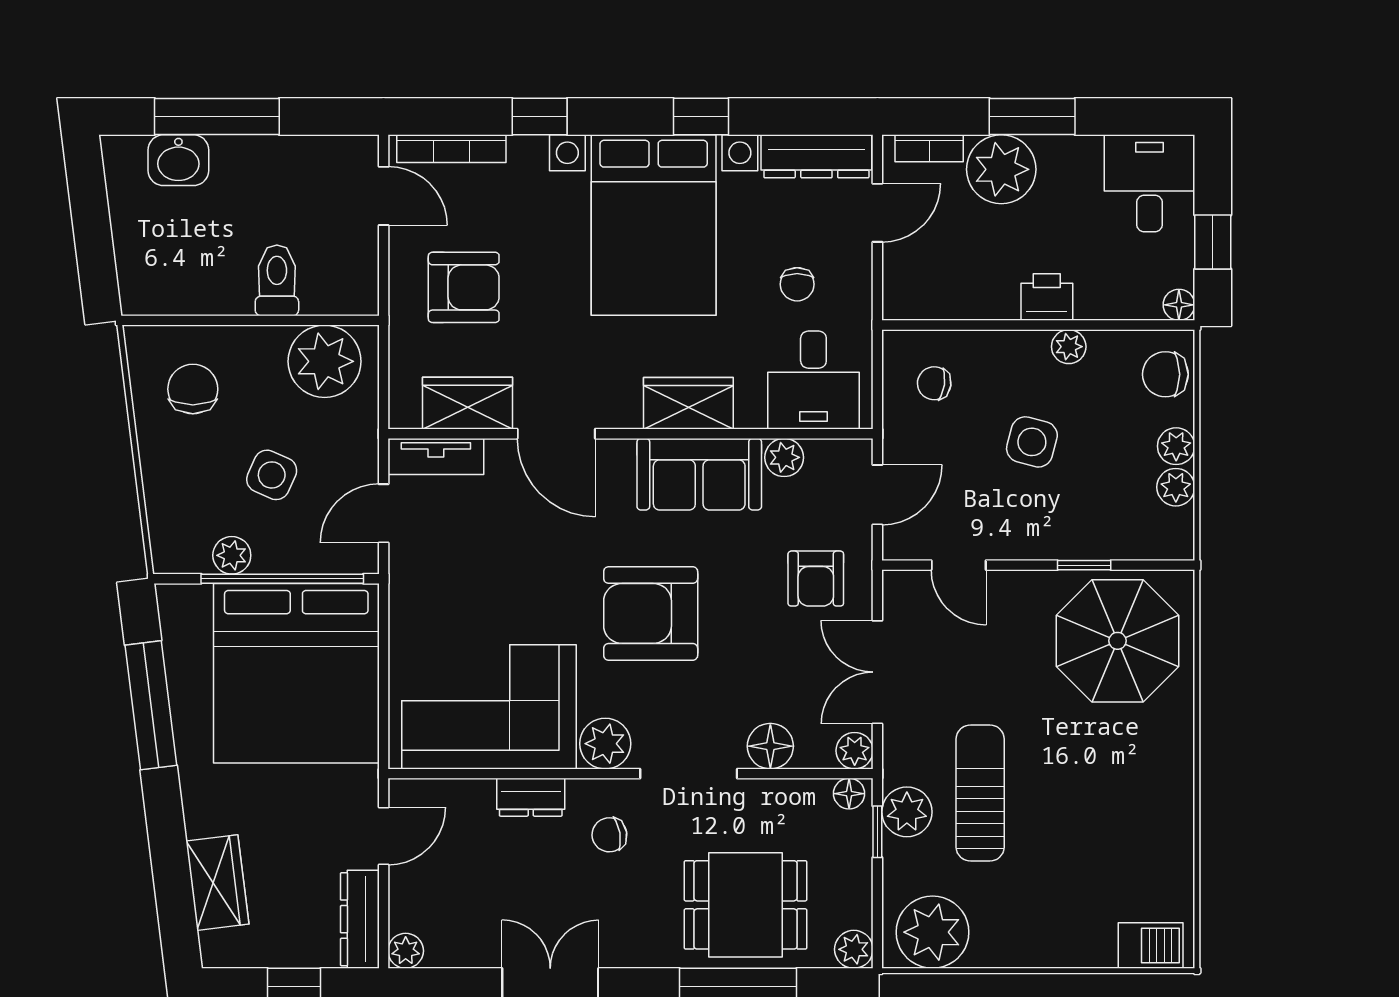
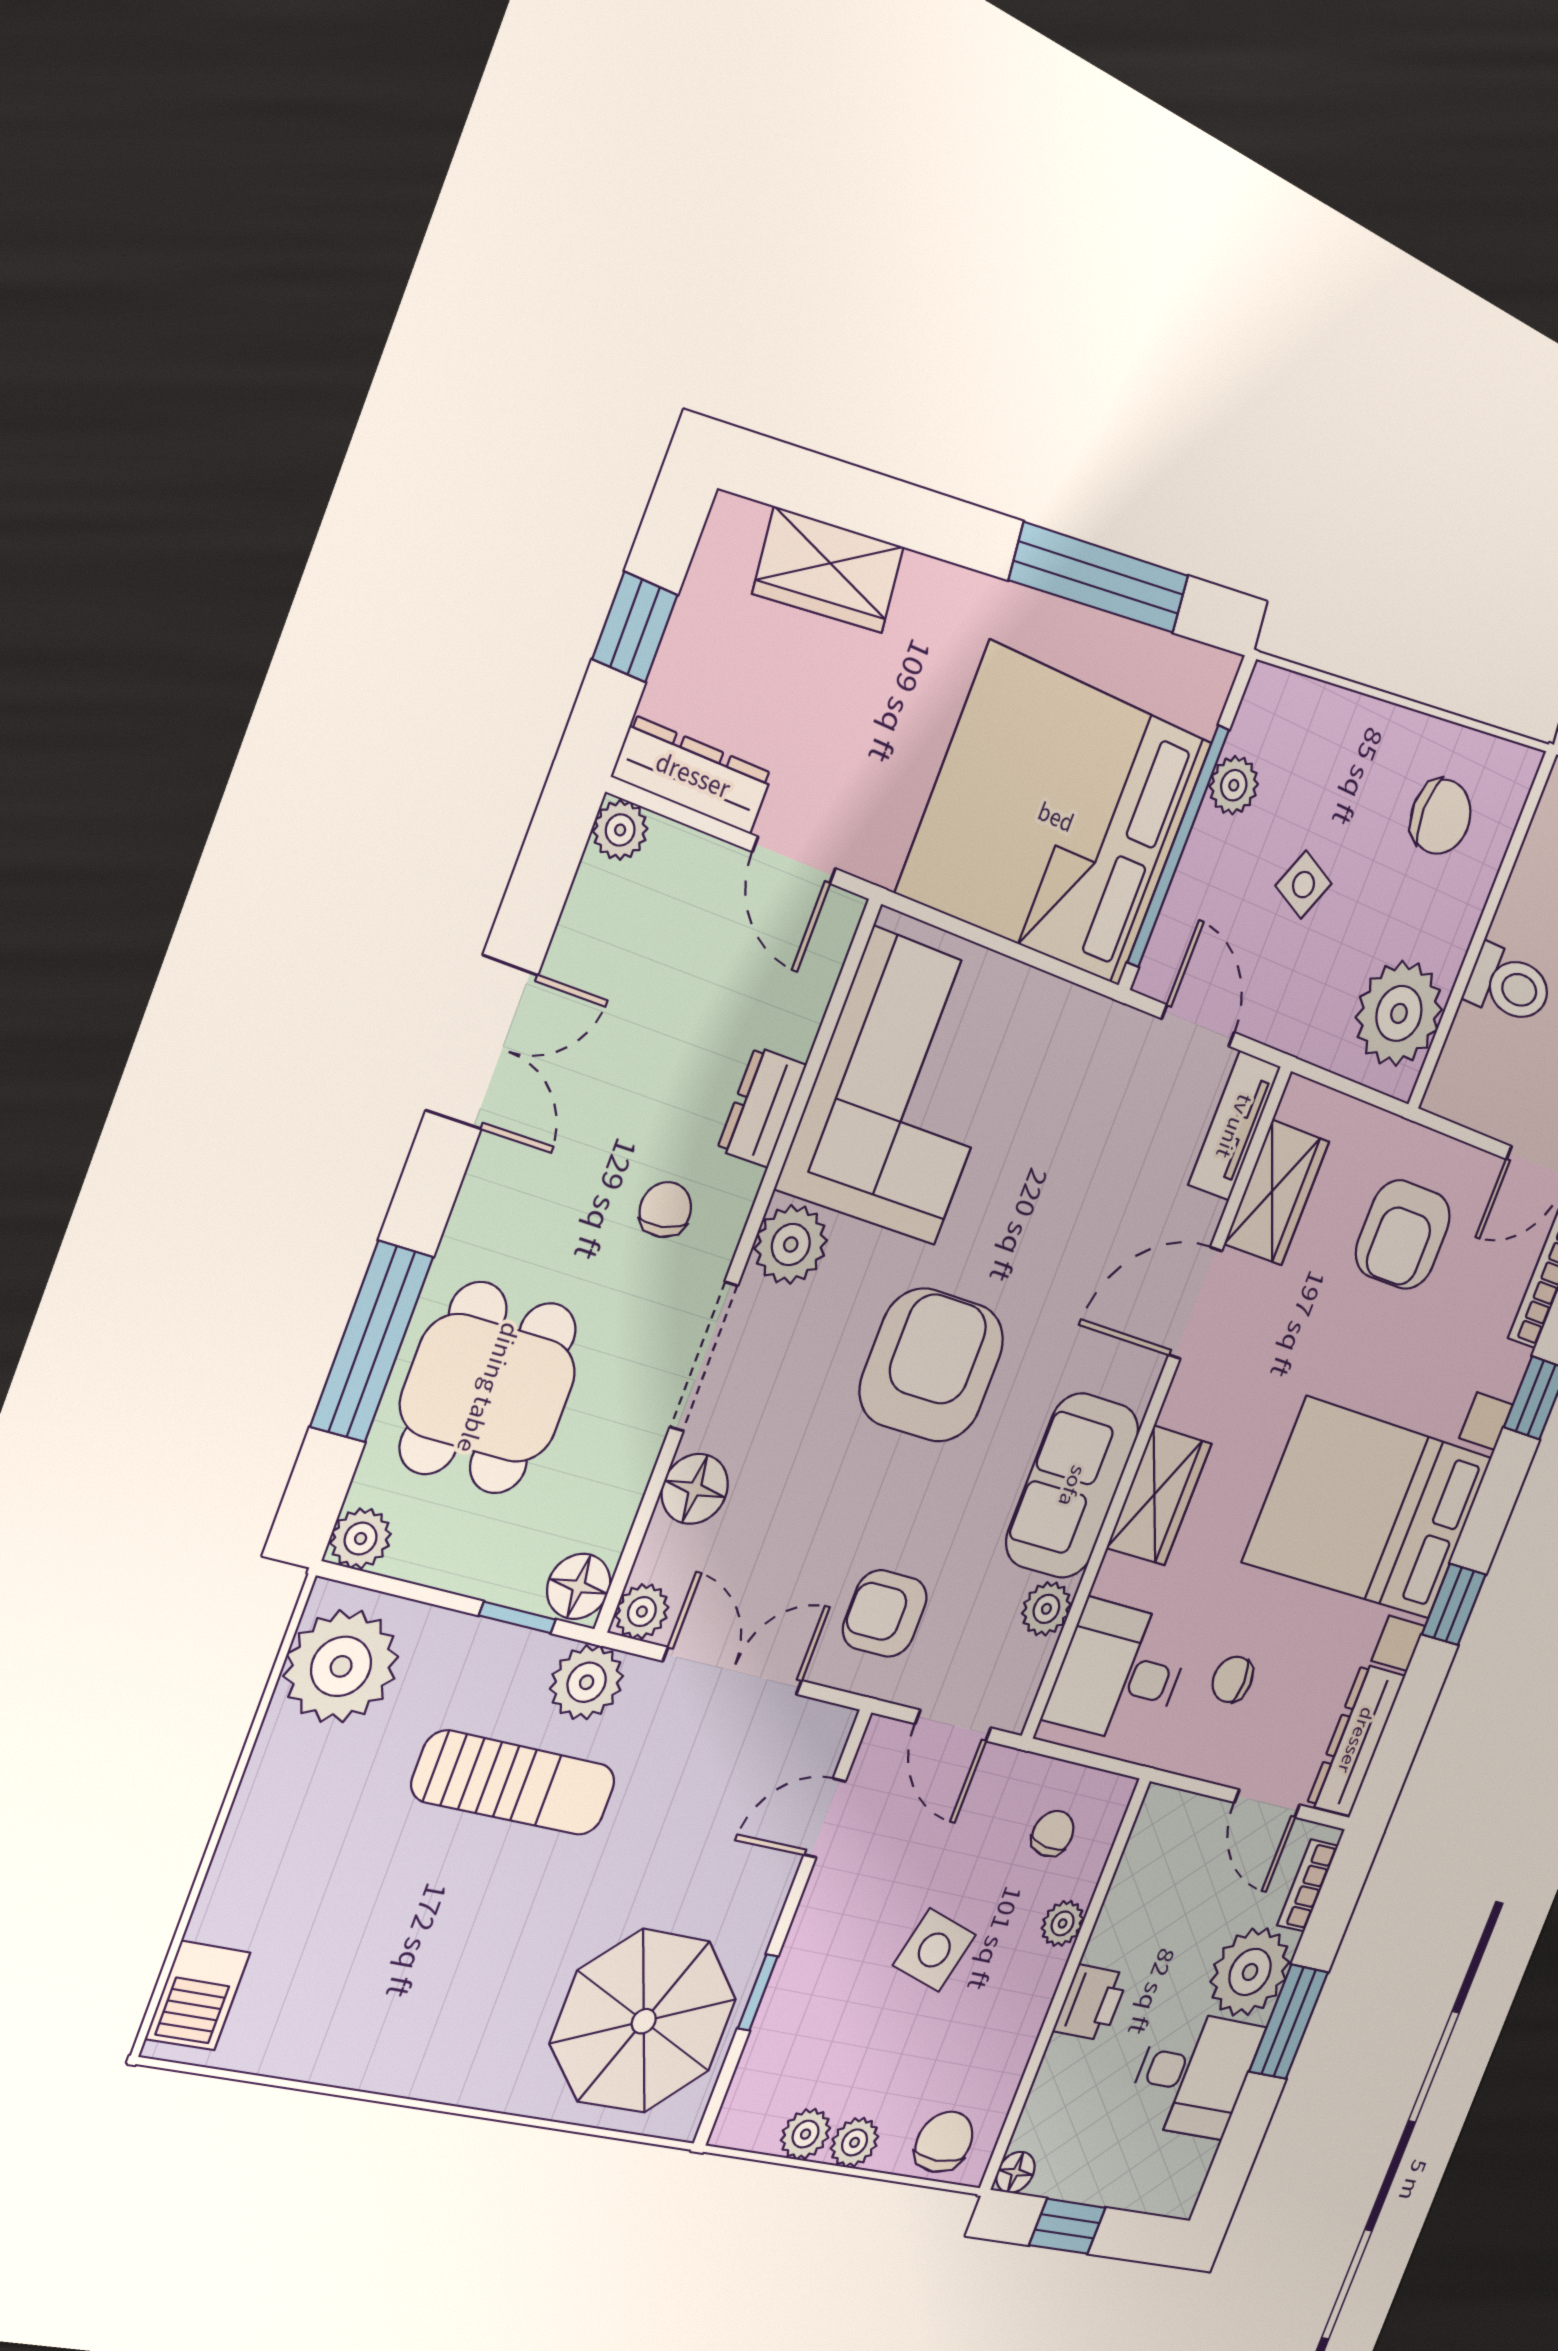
desk: (1150, 183) -> (1194, 2074), moved
plant: (1069, 347) -> (1063, 1923), moved
side table: (272, 475) -> (1303, 885), width x0.73, depth x0.73
floor lamp: (849, 794) -> (579, 1586), width x1.37, depth x1.37
plant: (907, 812) -> (587, 1682), moved

